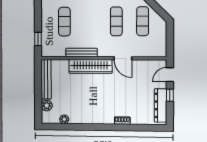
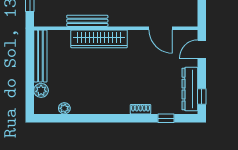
door: (123, 58) -> (161, 28), moved
window: (170, 95) -> (202, 96), moved
window: (142, 128) -> (166, 118), added

